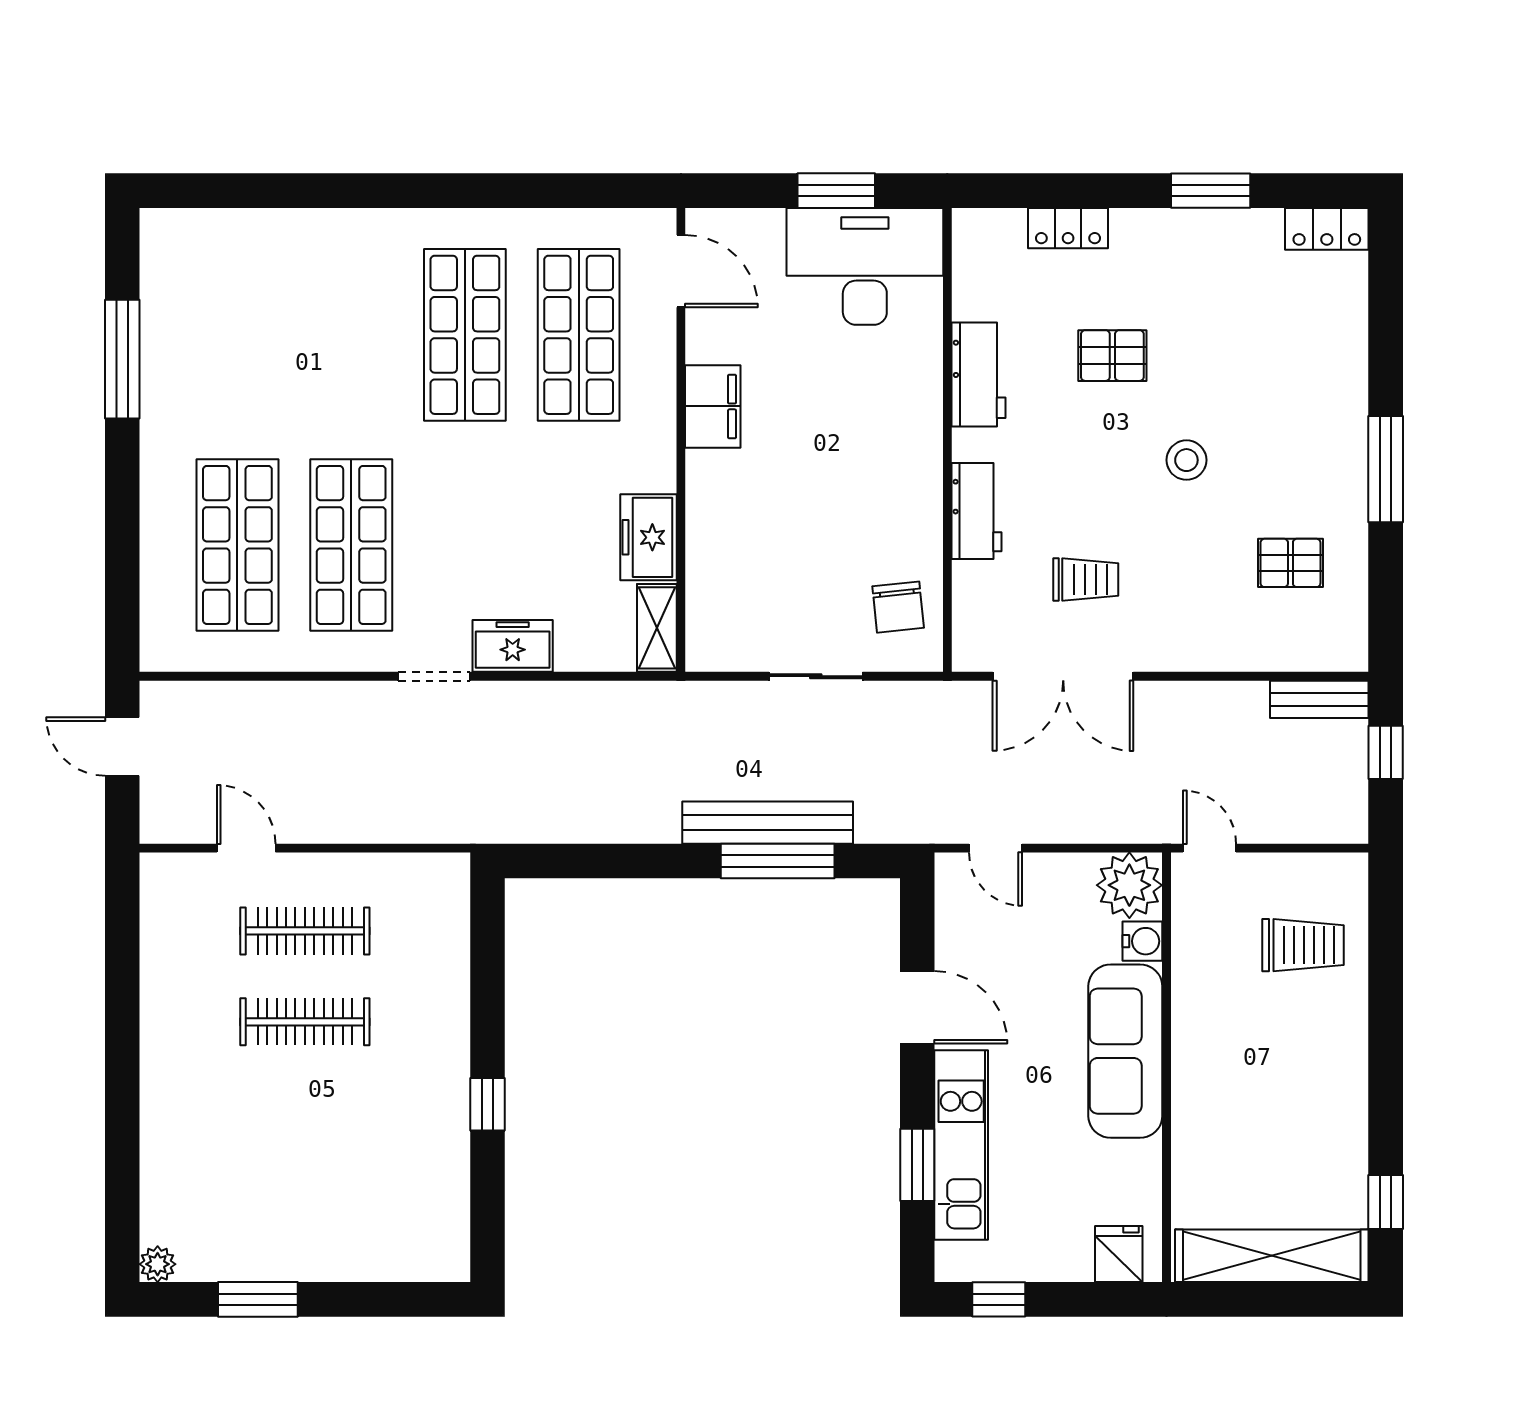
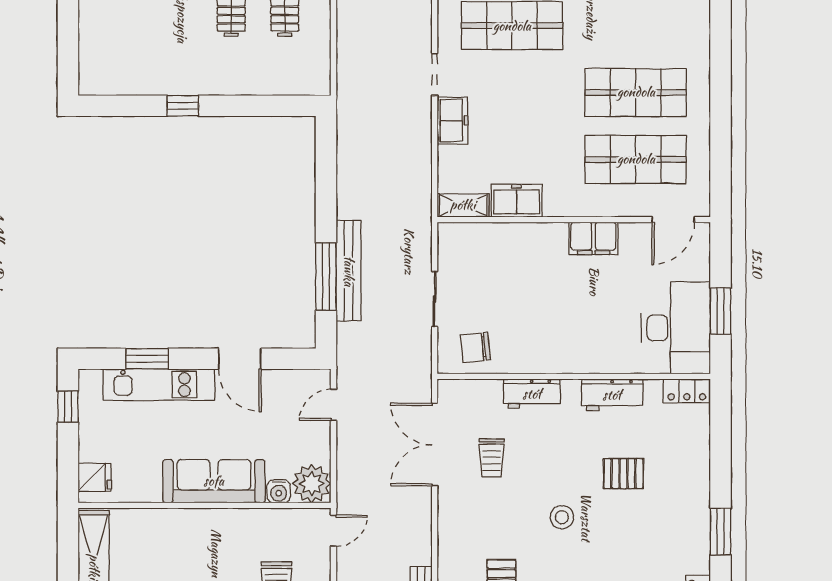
locker: (1068, 228) -> (687, 391), moved, turned -90
pallet: (1112, 356) -> (623, 474), turned 90
door: (917, 1007) -> (240, 359), hinge flipped

